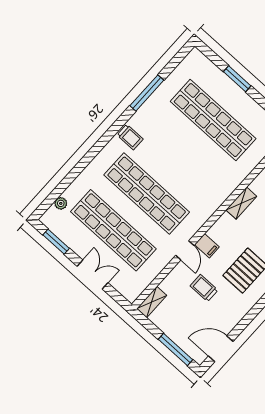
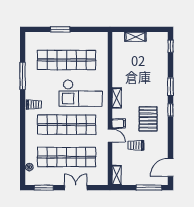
checkout: (195, 172) -> (81, 93), added
shelving: (241, 203) -> (117, 98), moved

